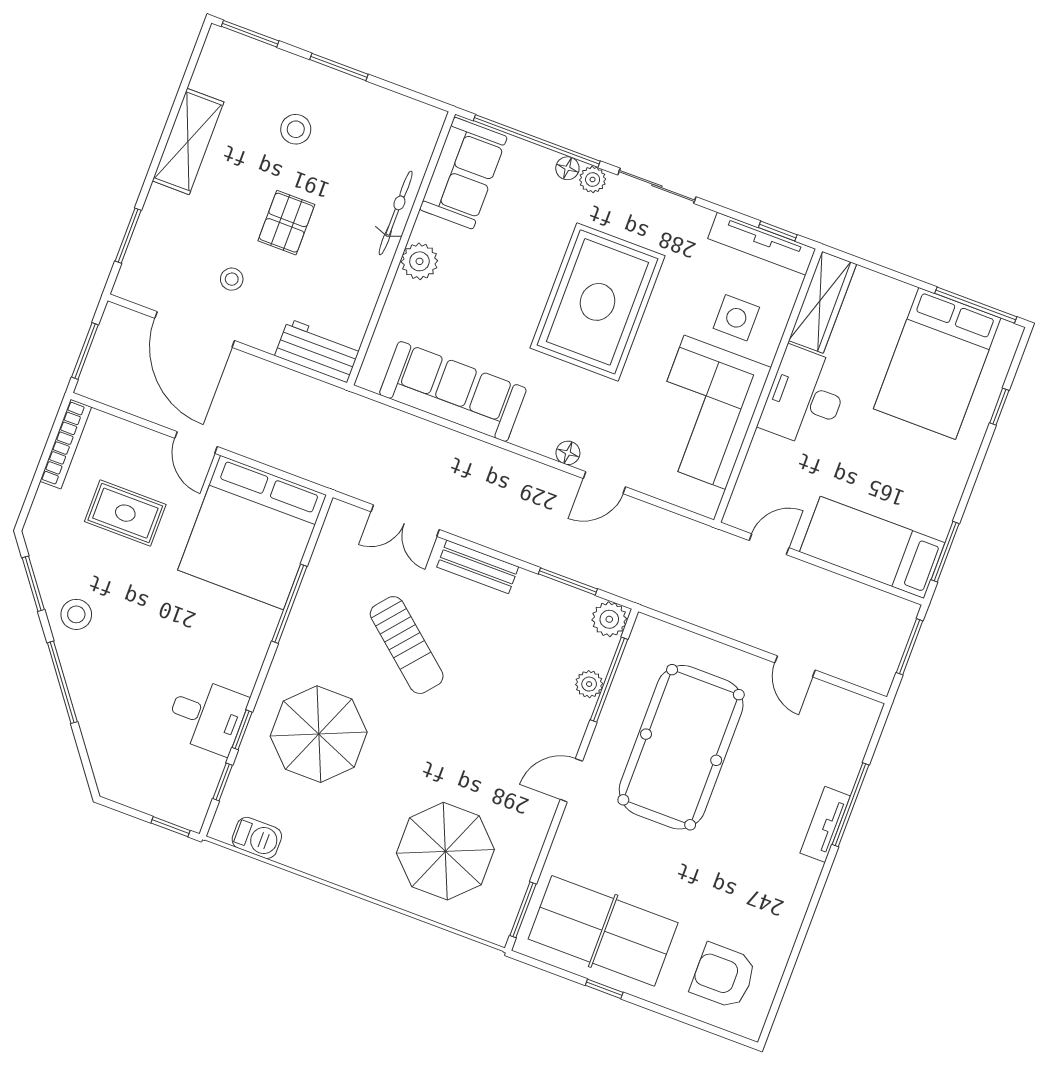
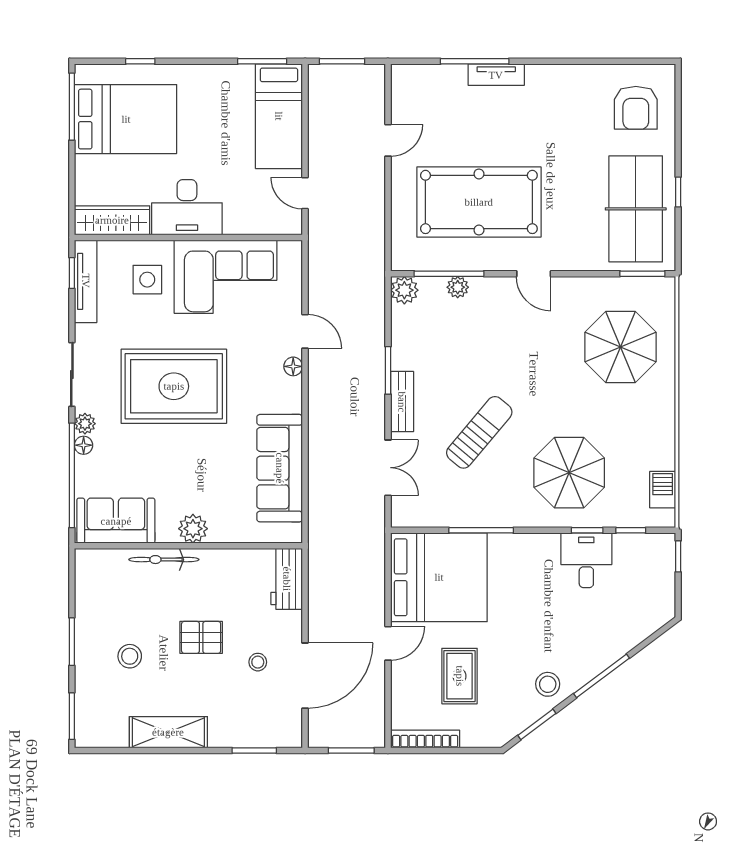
window: (568, 581) -> (388, 370), moved

